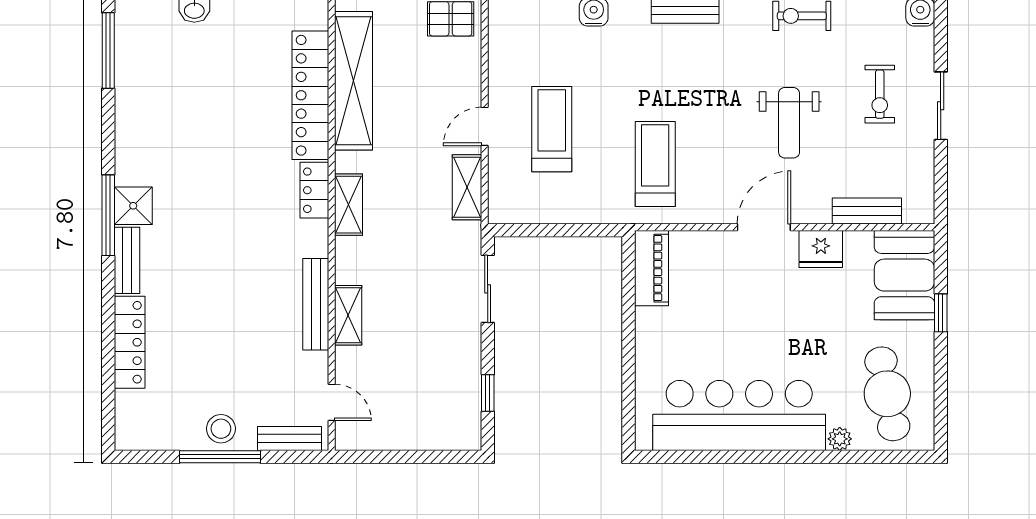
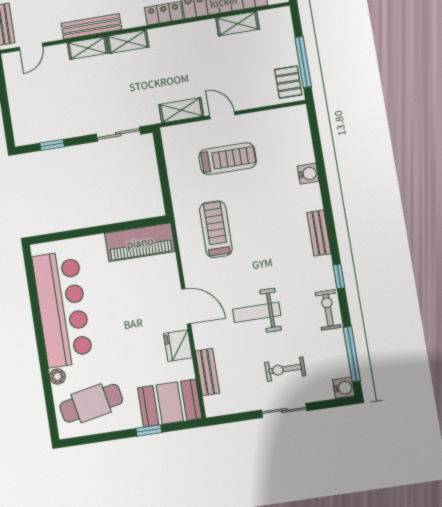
shelving: (354, 81) -> (238, 24), width x0.45, depth x0.75
treadmill: (655, 164) -> (216, 229), turned -90
shelving: (348, 205) -> (128, 42), moved
piano: (651, 268) -> (140, 242), width x1.37, depth x1.33

